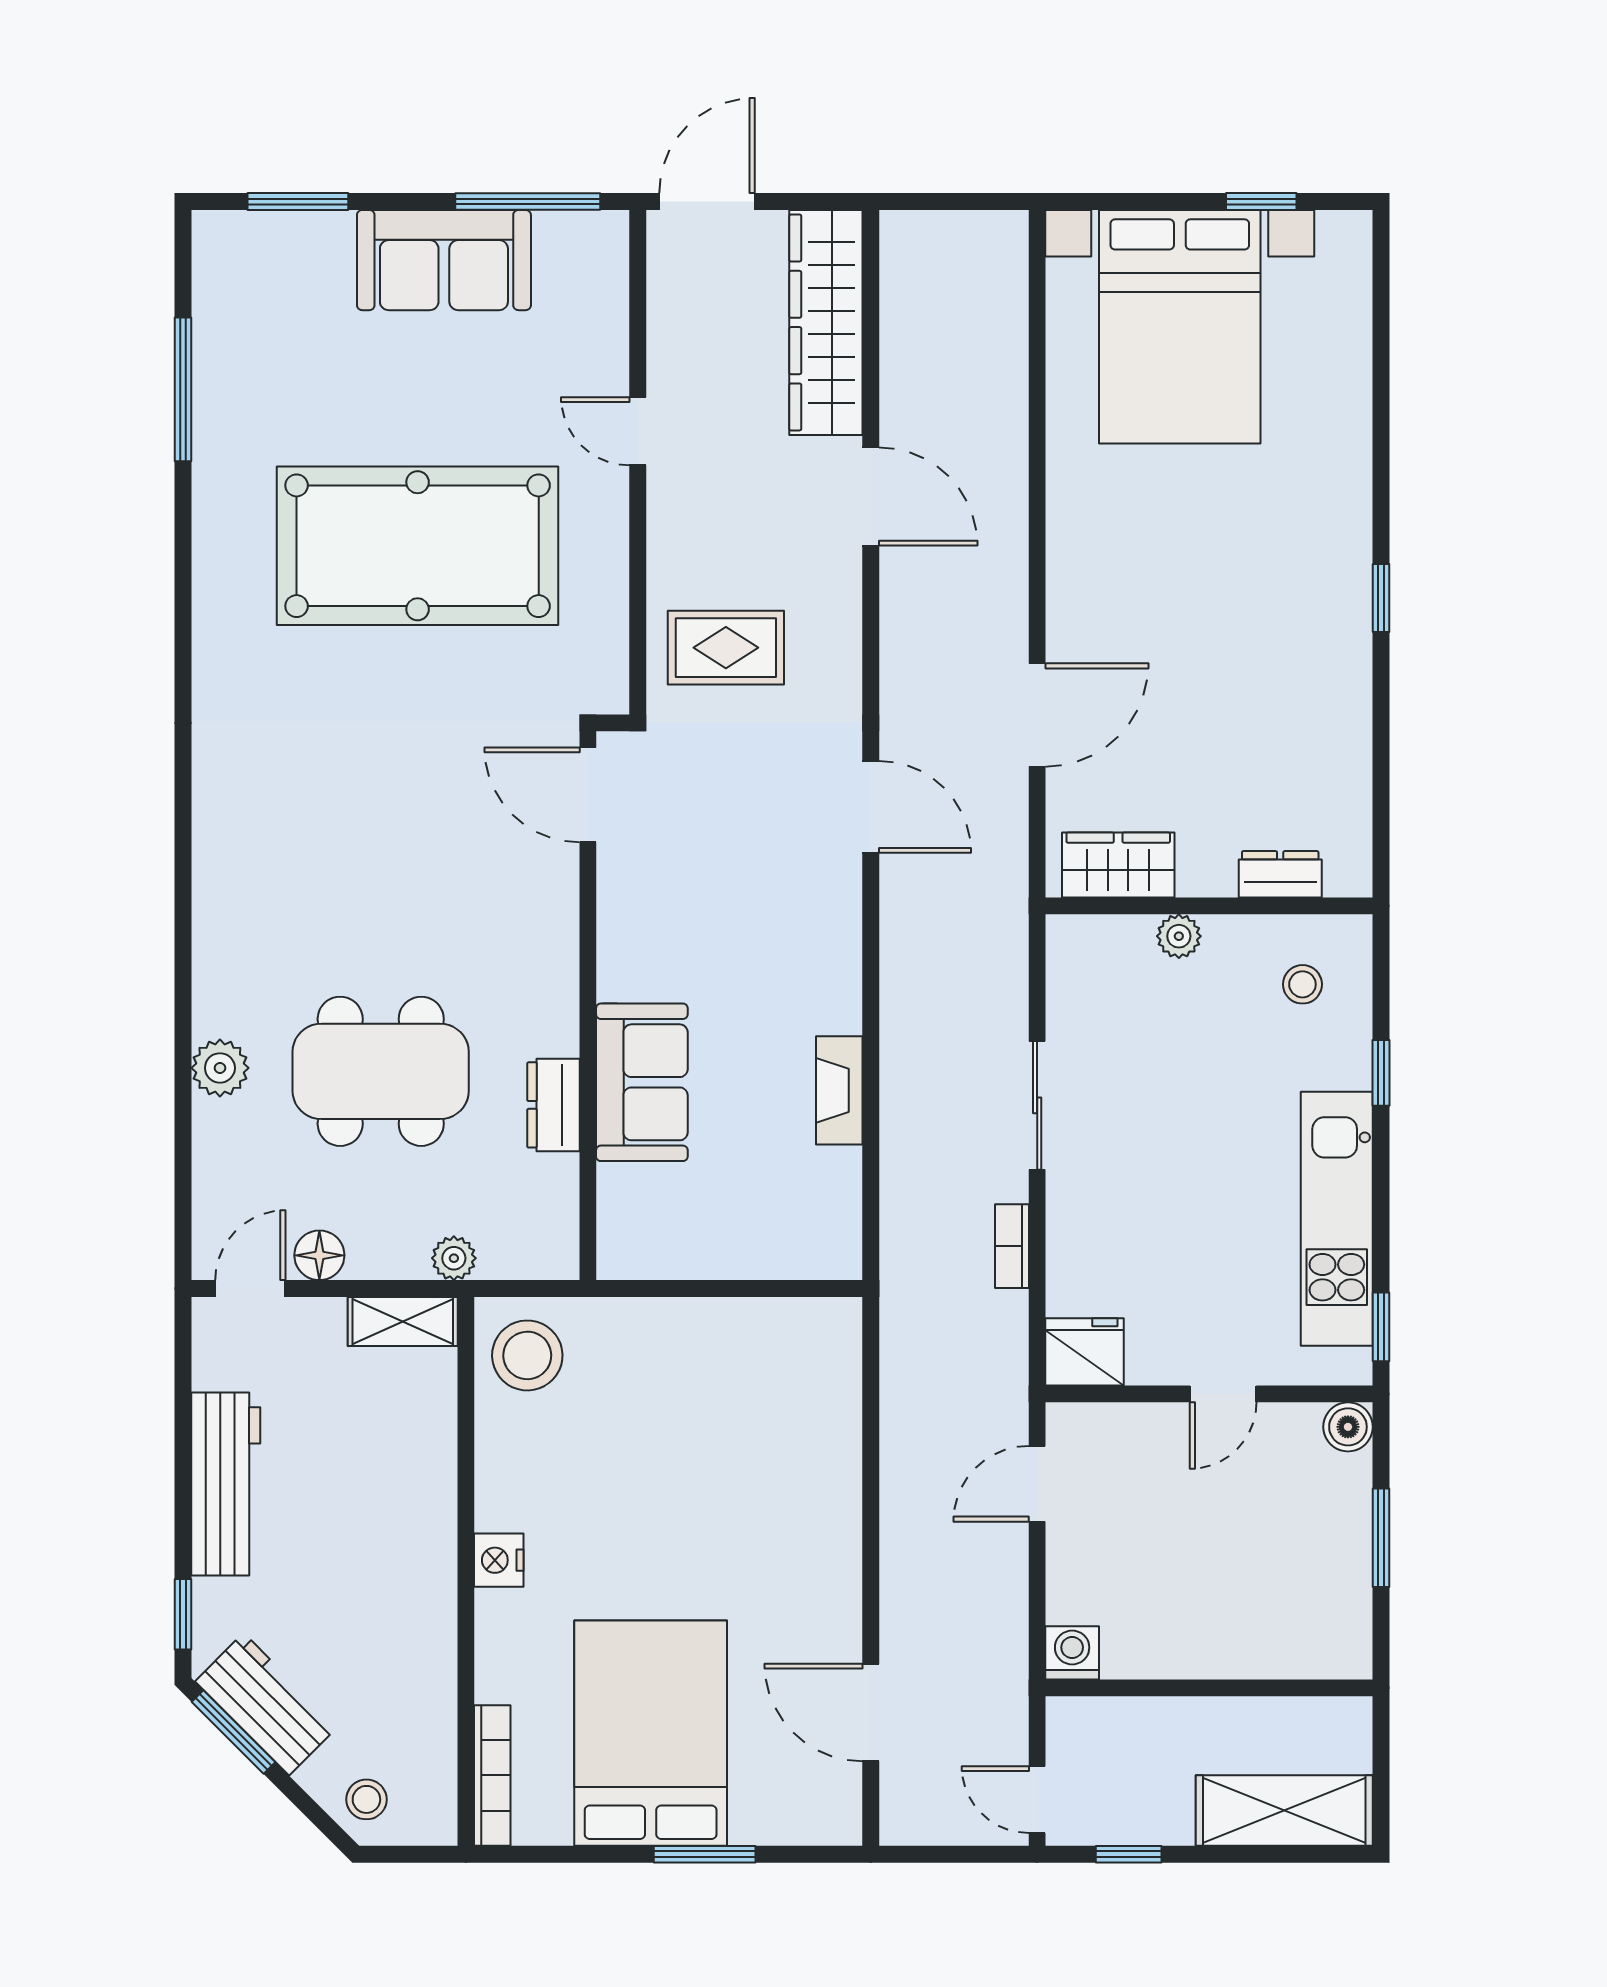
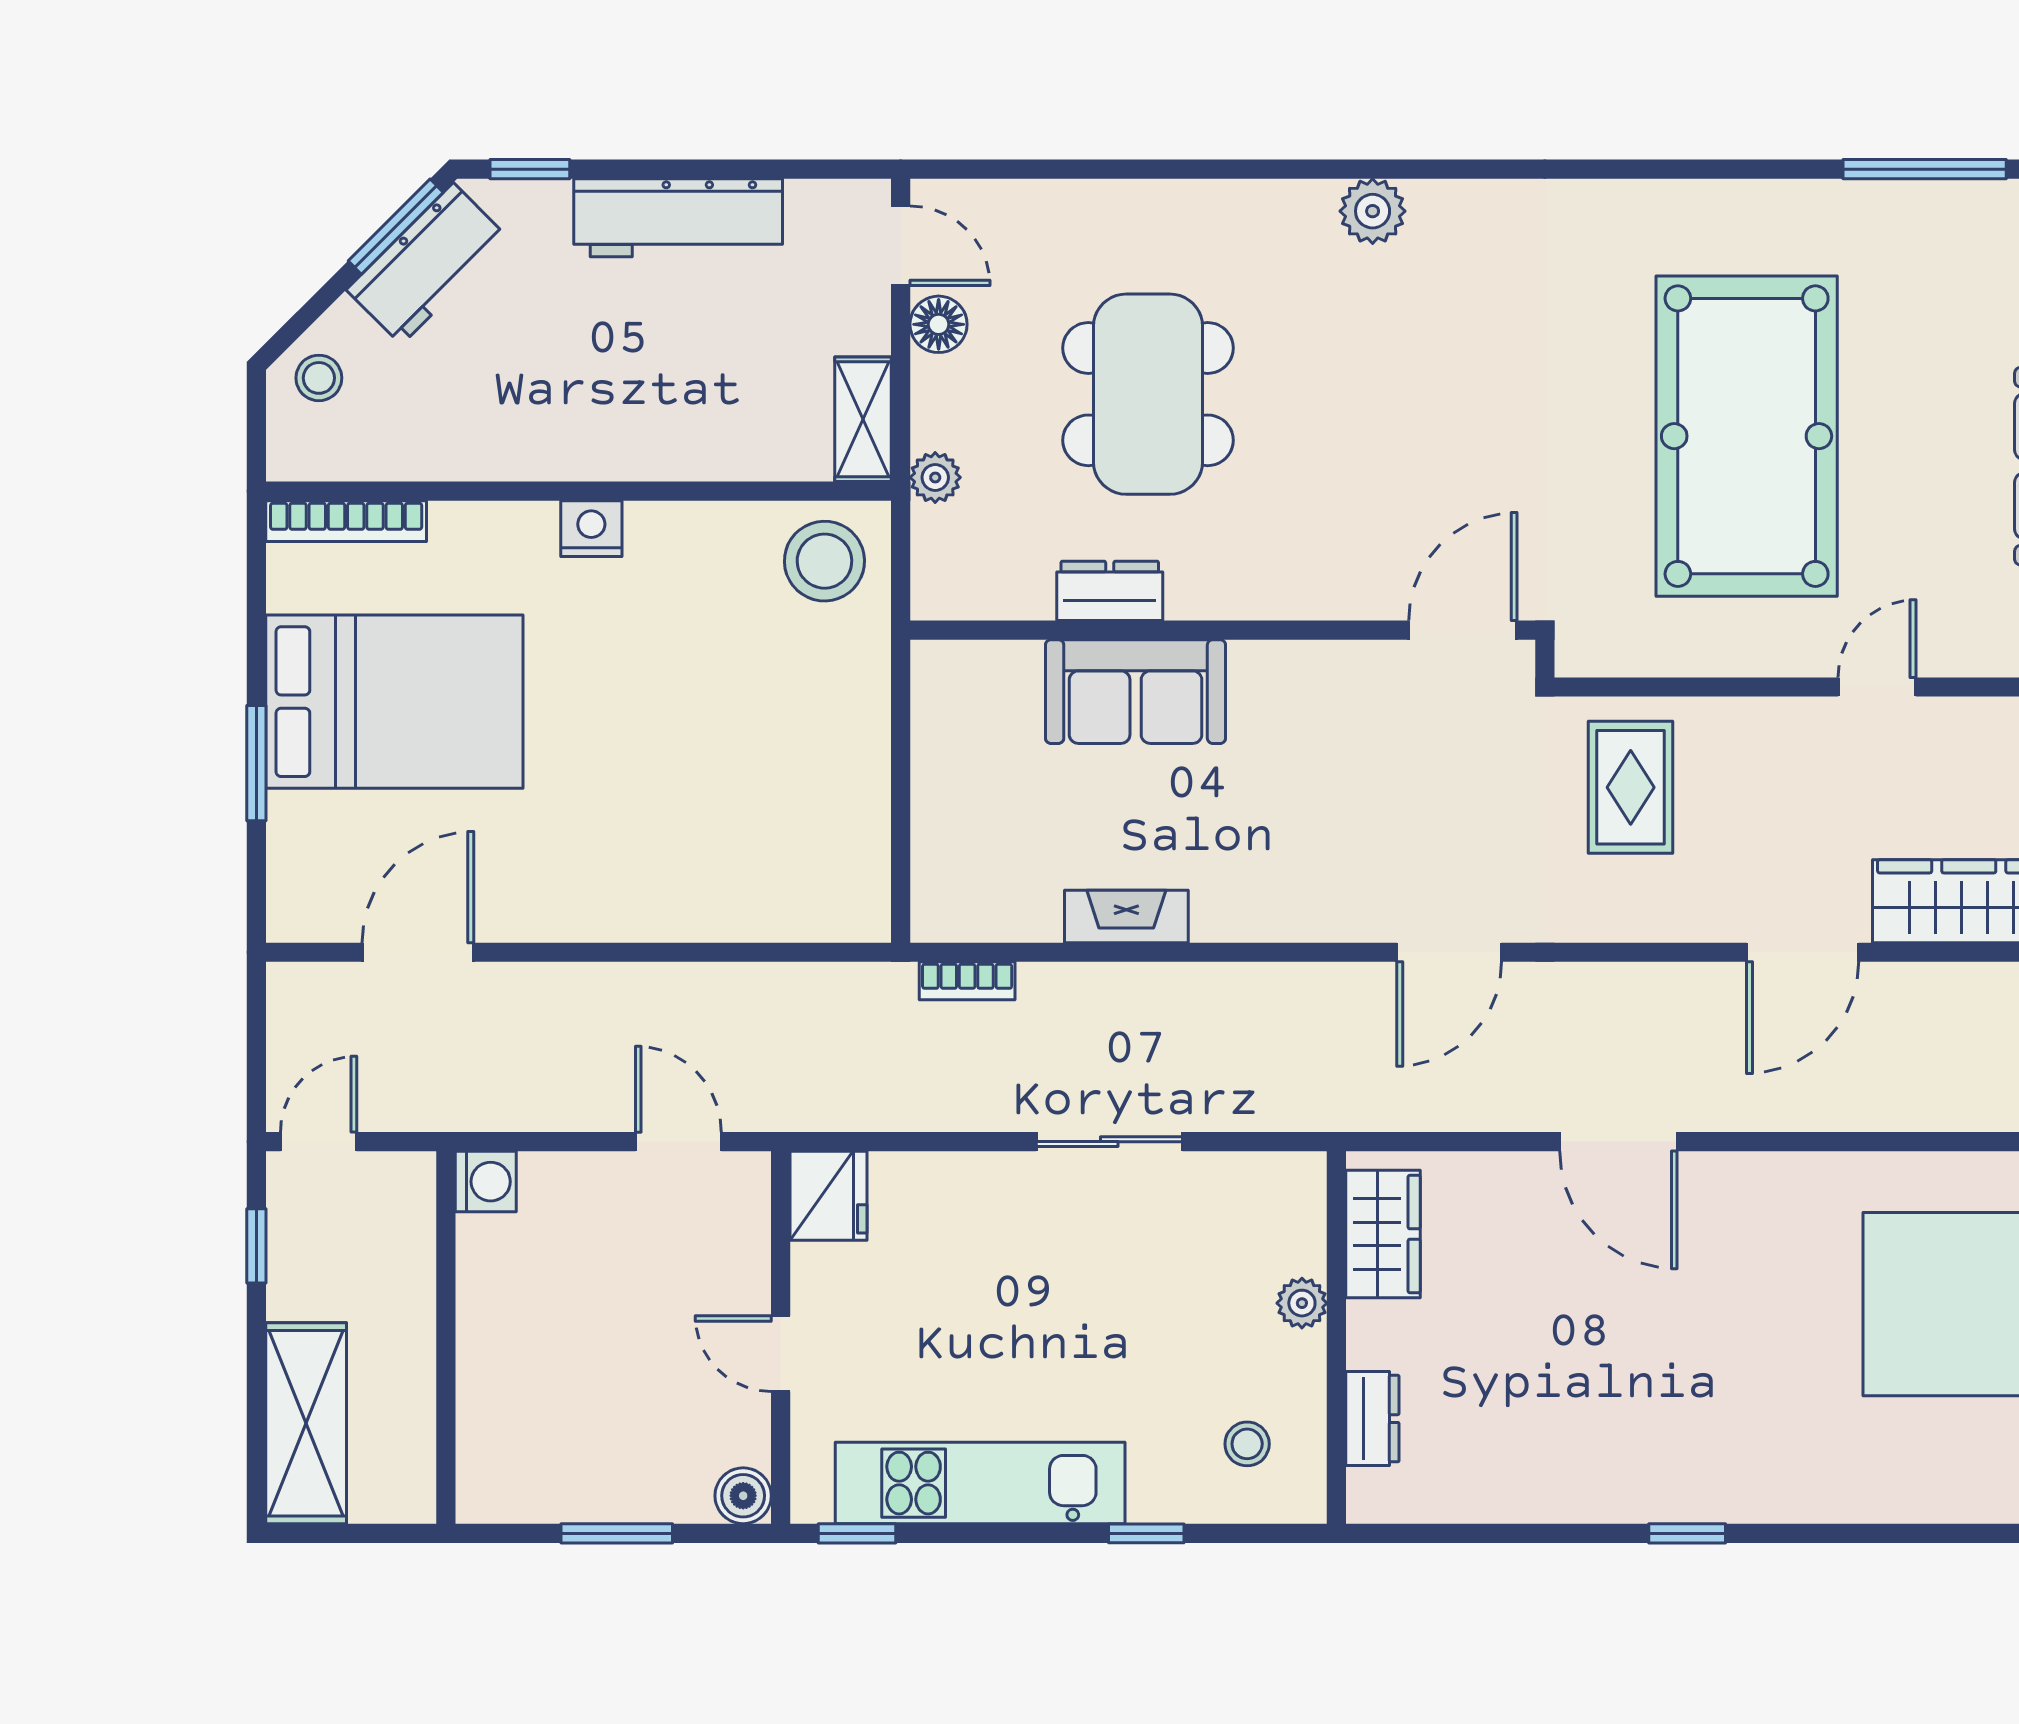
door: (1037, 715) -> (1618, 1142), moved
plant: (220, 1068) -> (1373, 211), moved
bookcase: (1012, 1246) -> (967, 981), moved, turned 180

